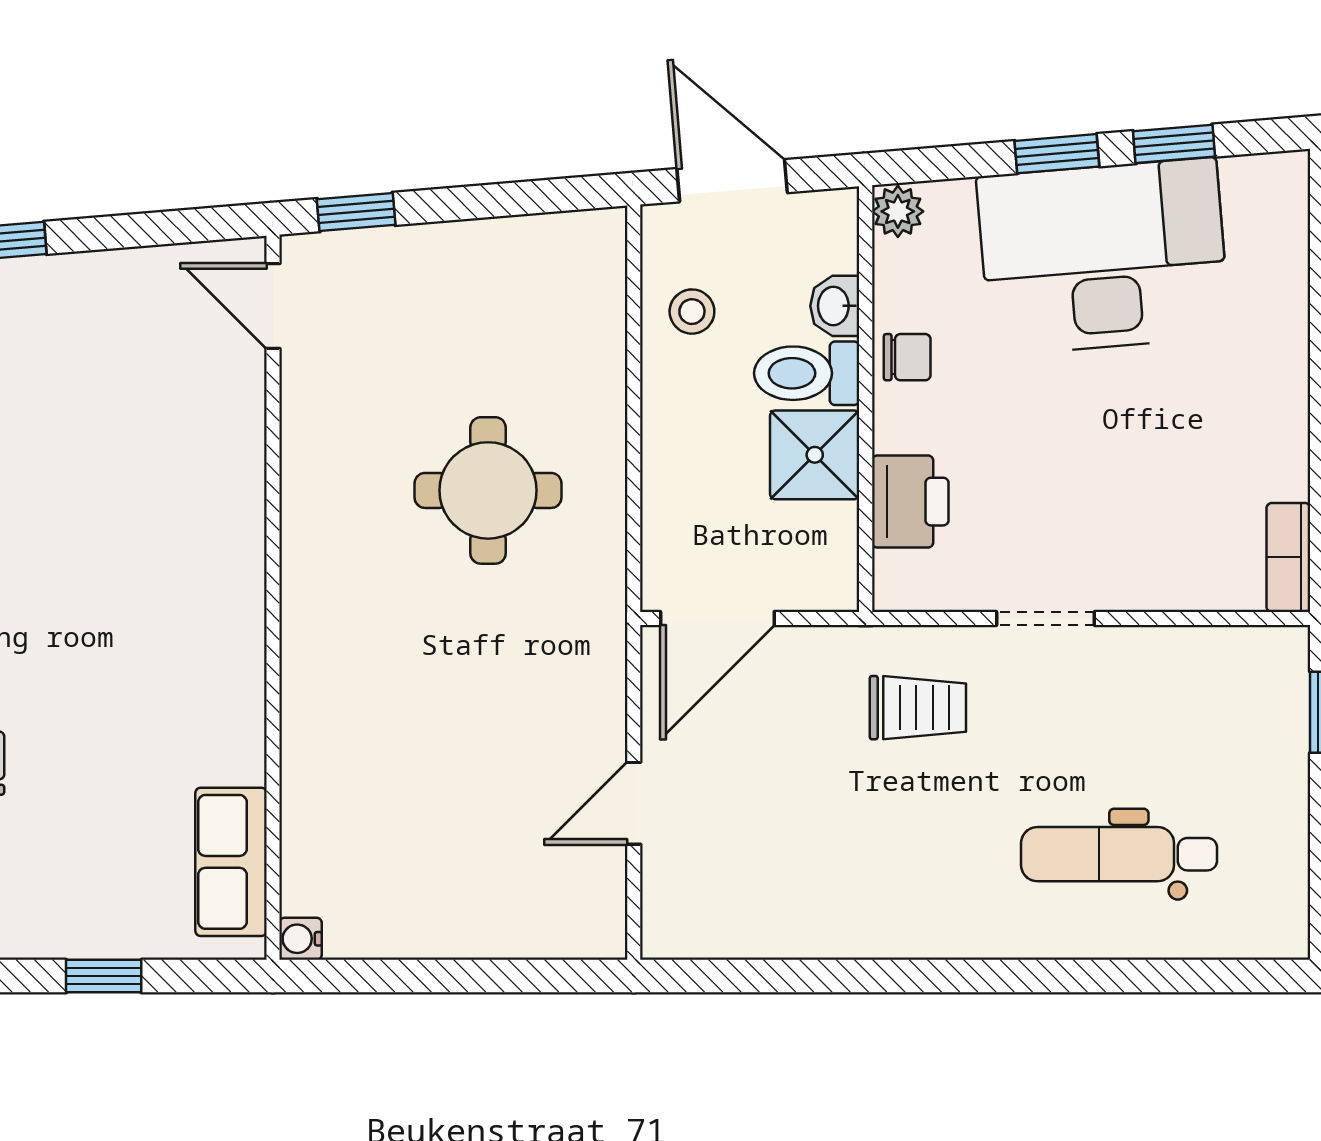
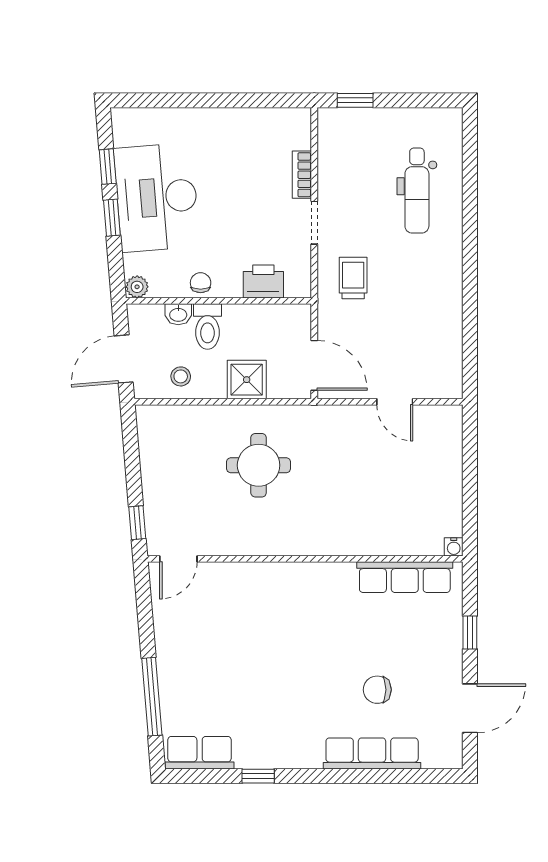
shower: (815, 455) -> (247, 380), moved
bookcase: (1288, 557) -> (302, 175), moved, turned 90
row of seats: (231, 862) -> (405, 577), width x1.48

